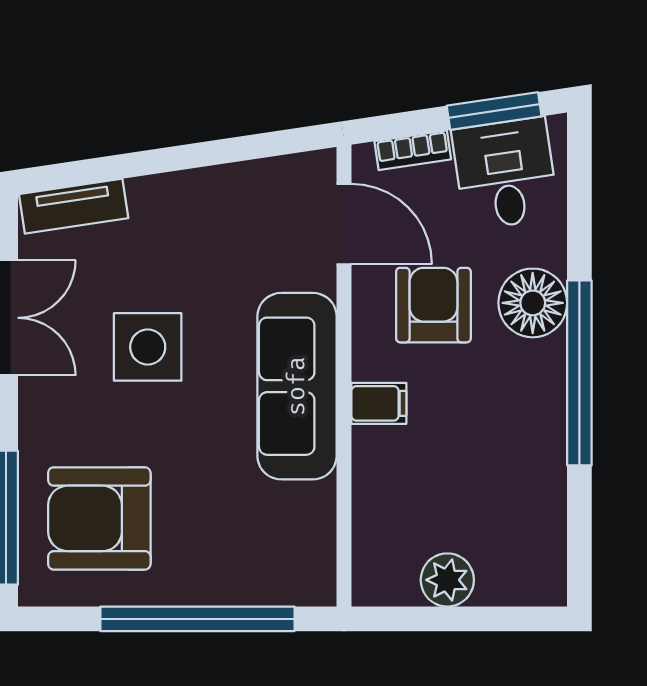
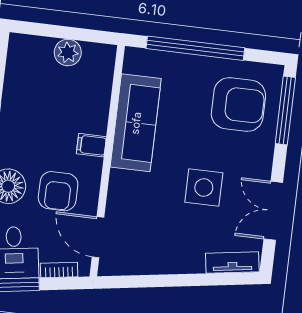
sofa: (297, 386) -> (136, 123), moved

